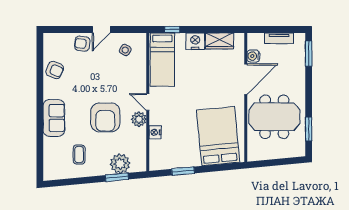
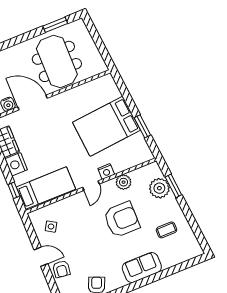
plant: (139, 119) -> (124, 182), moved
nightstand: (155, 132) -> (106, 171), moved
bed: (218, 136) -> (106, 126), moved

